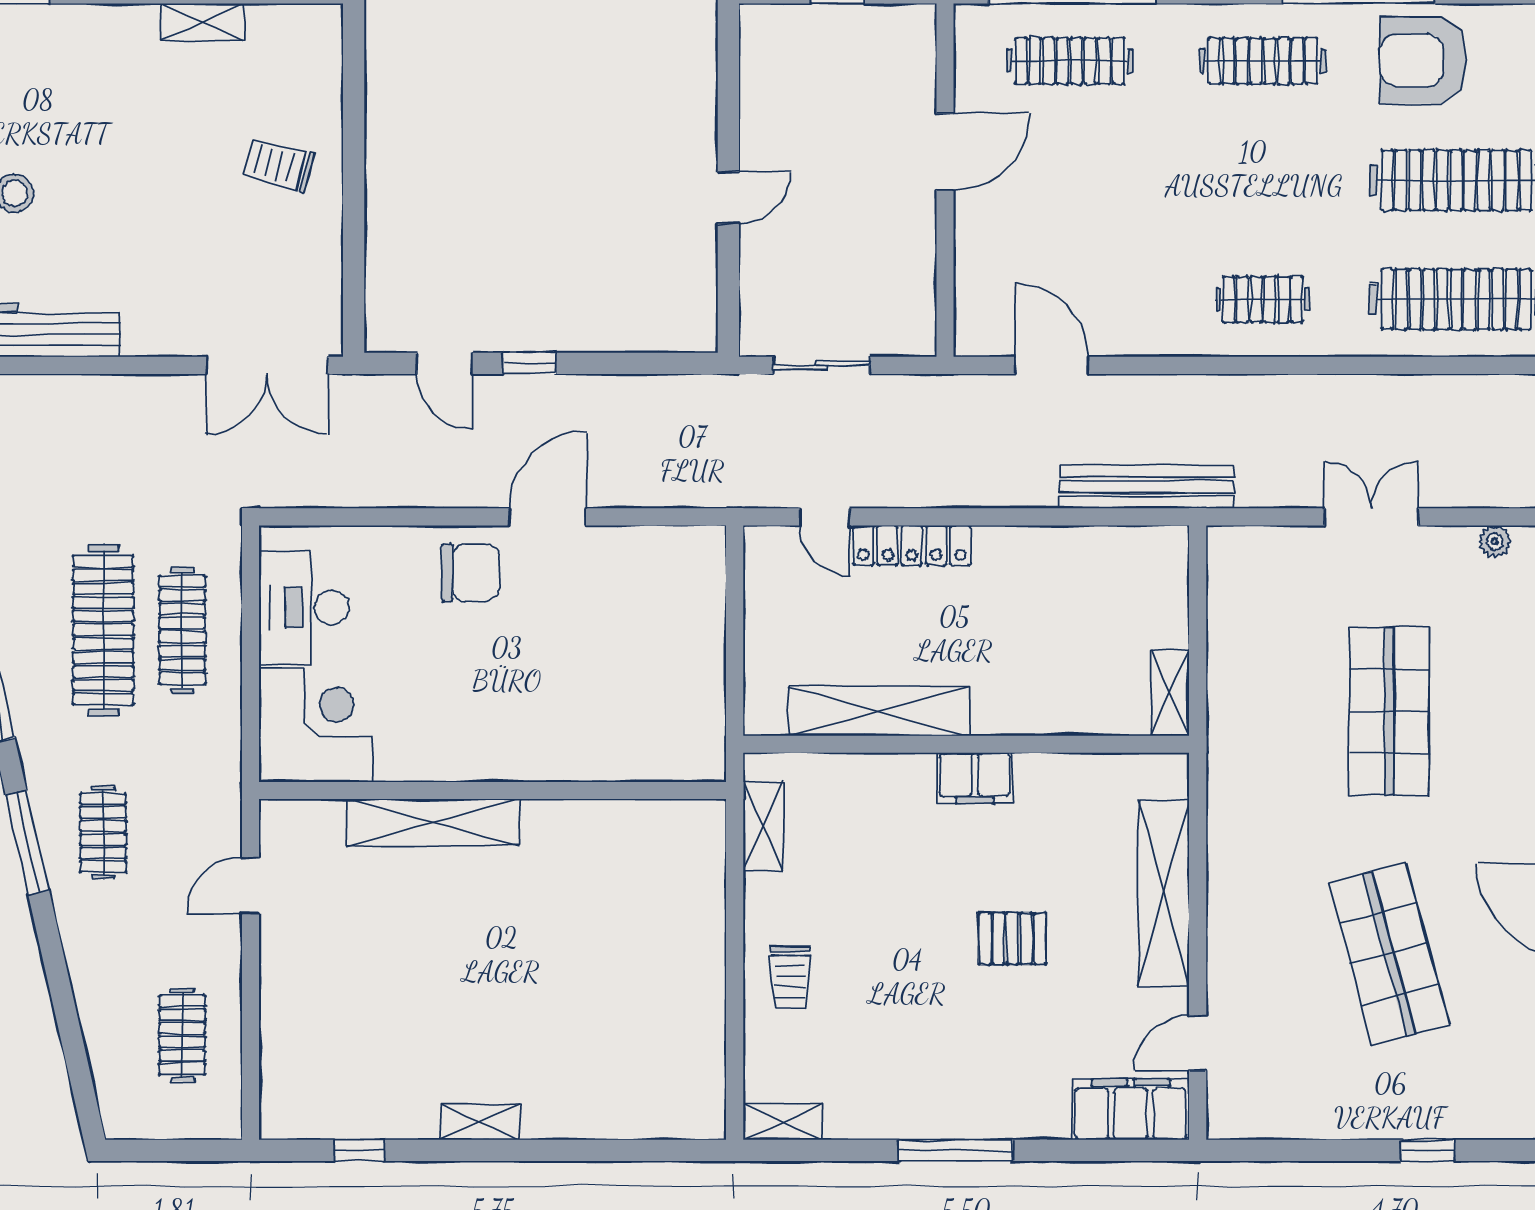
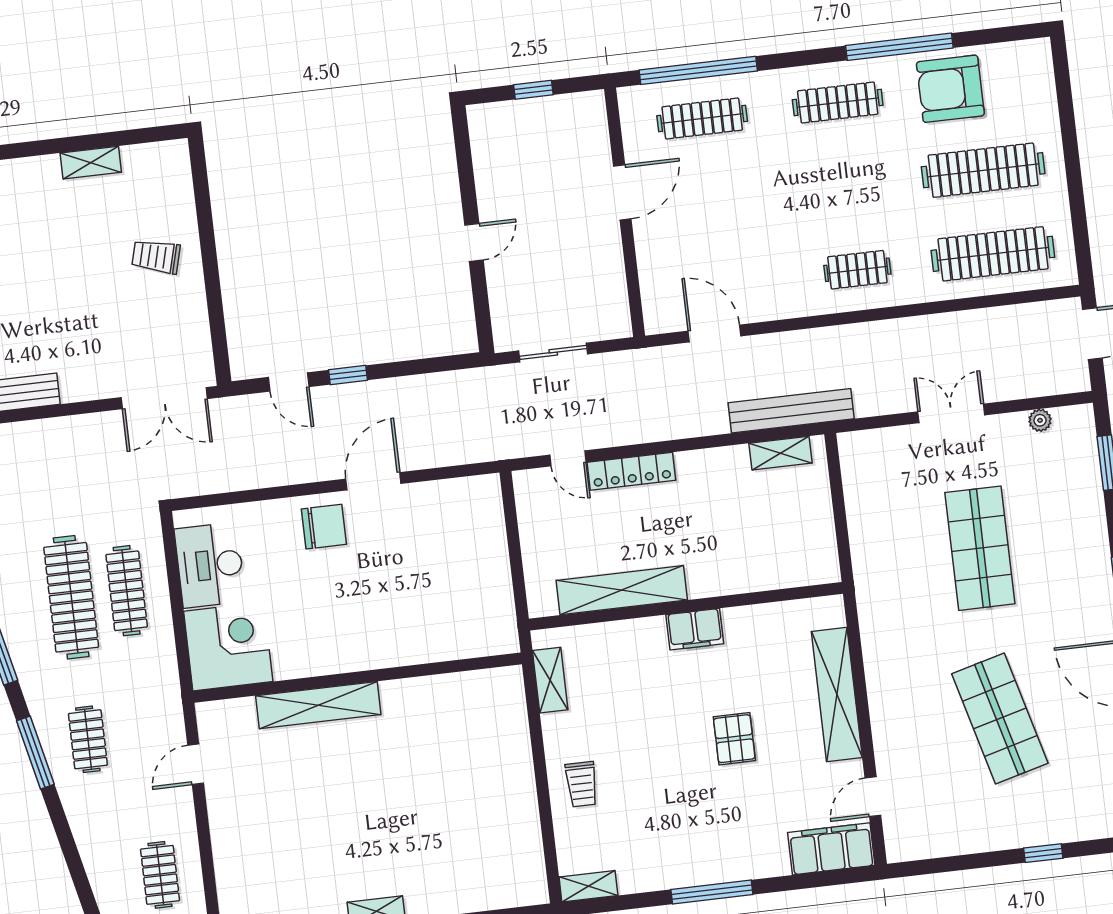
shelving: (1170, 693) -> (781, 453), moved, turned 90
pallet: (1012, 939) -> (734, 739), turned 90

